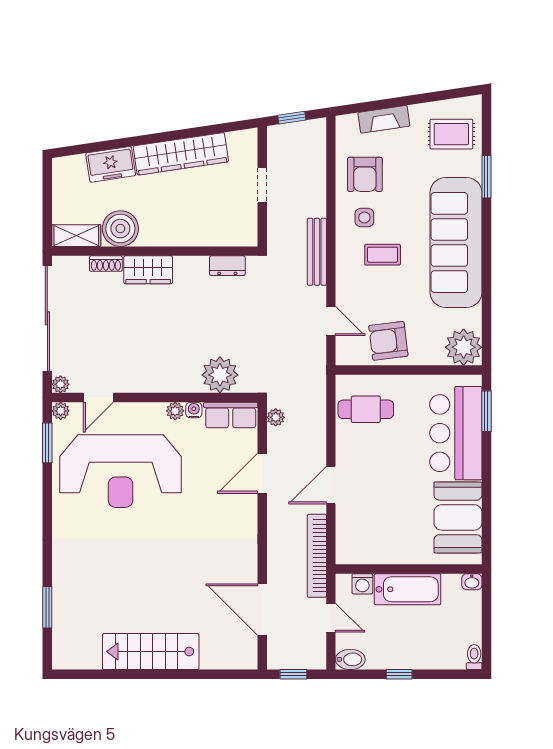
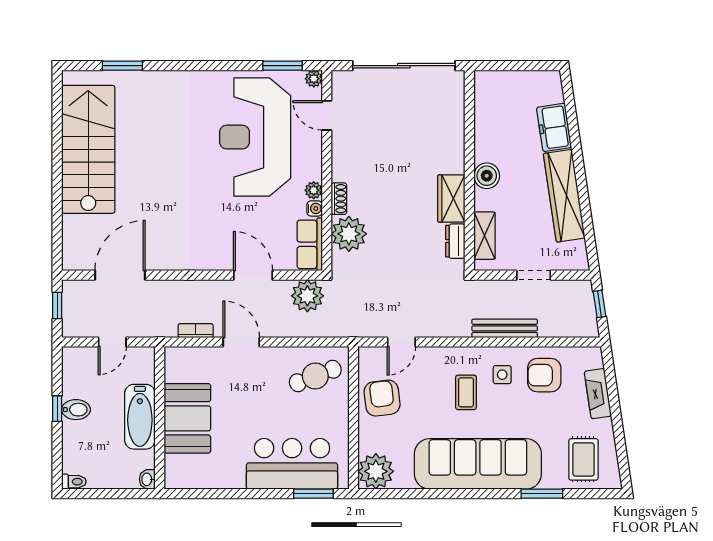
boiler: (120, 229) -> (487, 176), moved, width x0.73, depth x0.73
shelving: (76, 236) -> (485, 236), moved
bench: (317, 252) -> (505, 328), moved
shoe rack: (106, 264) -> (339, 199), moved, turned 180
wardrobe: (148, 270) -> (451, 198), moved
plant: (60, 384) -> (340, 78), removed
cafe table: (366, 409) -> (315, 376), turned 69
plant: (276, 417) -> (307, 296), width x1.87, depth x1.87
booth: (458, 517) -> (187, 418), moved, turned 90
bookcase: (317, 556) -> (196, 331), width x0.43, depth x0.76
washing machine: (362, 584) -> (145, 373), removed
stairs: (151, 652) -> (88, 149), width x1.36, depth x1.51
bidet: (350, 659) -> (76, 410), moved, turned -90

